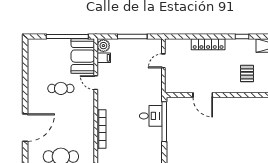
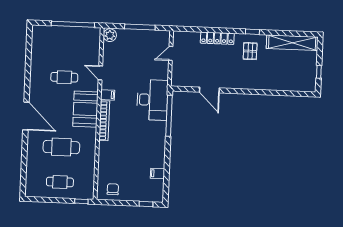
booth: (83, 56) -> (86, 109), moved
filing cabinet: (104, 58) -> (108, 95), moved
pallet: (247, 74) -> (250, 51), moved
desk: (151, 116) -> (152, 100), width x1.87, depth x1.30
door: (25, 128) -> (26, 116), hinge flipped

